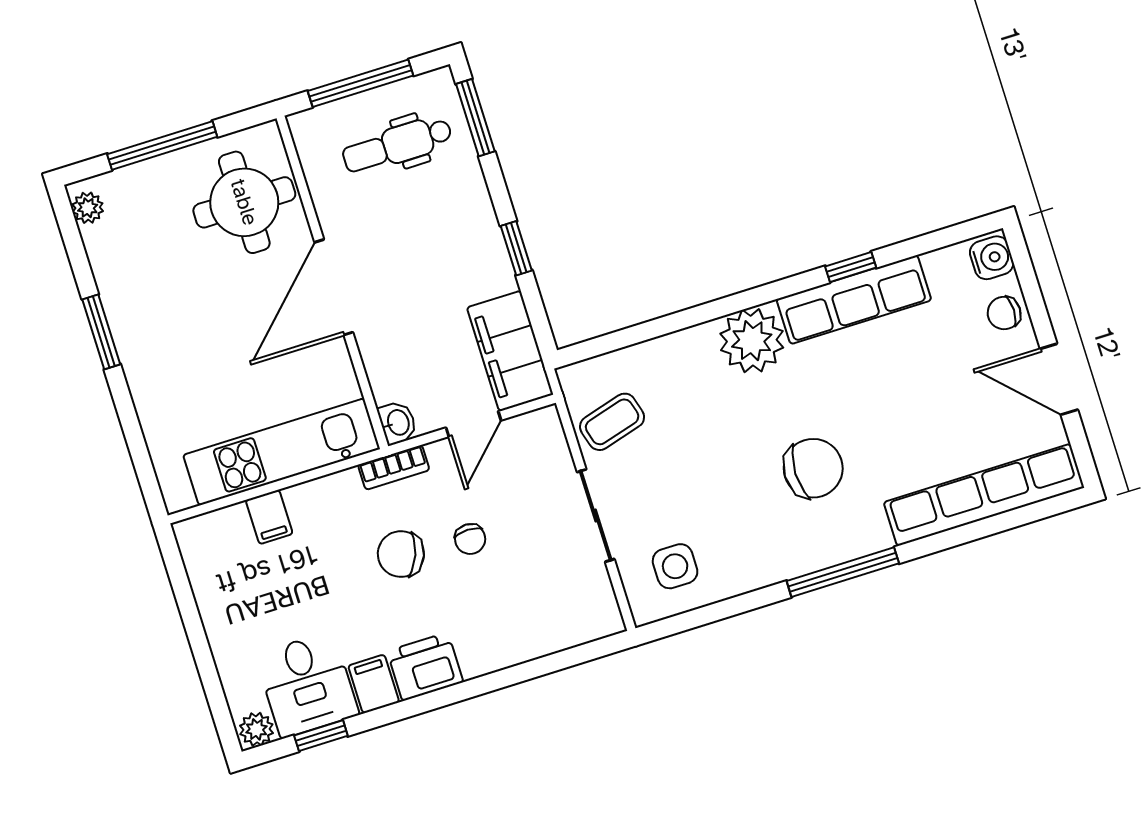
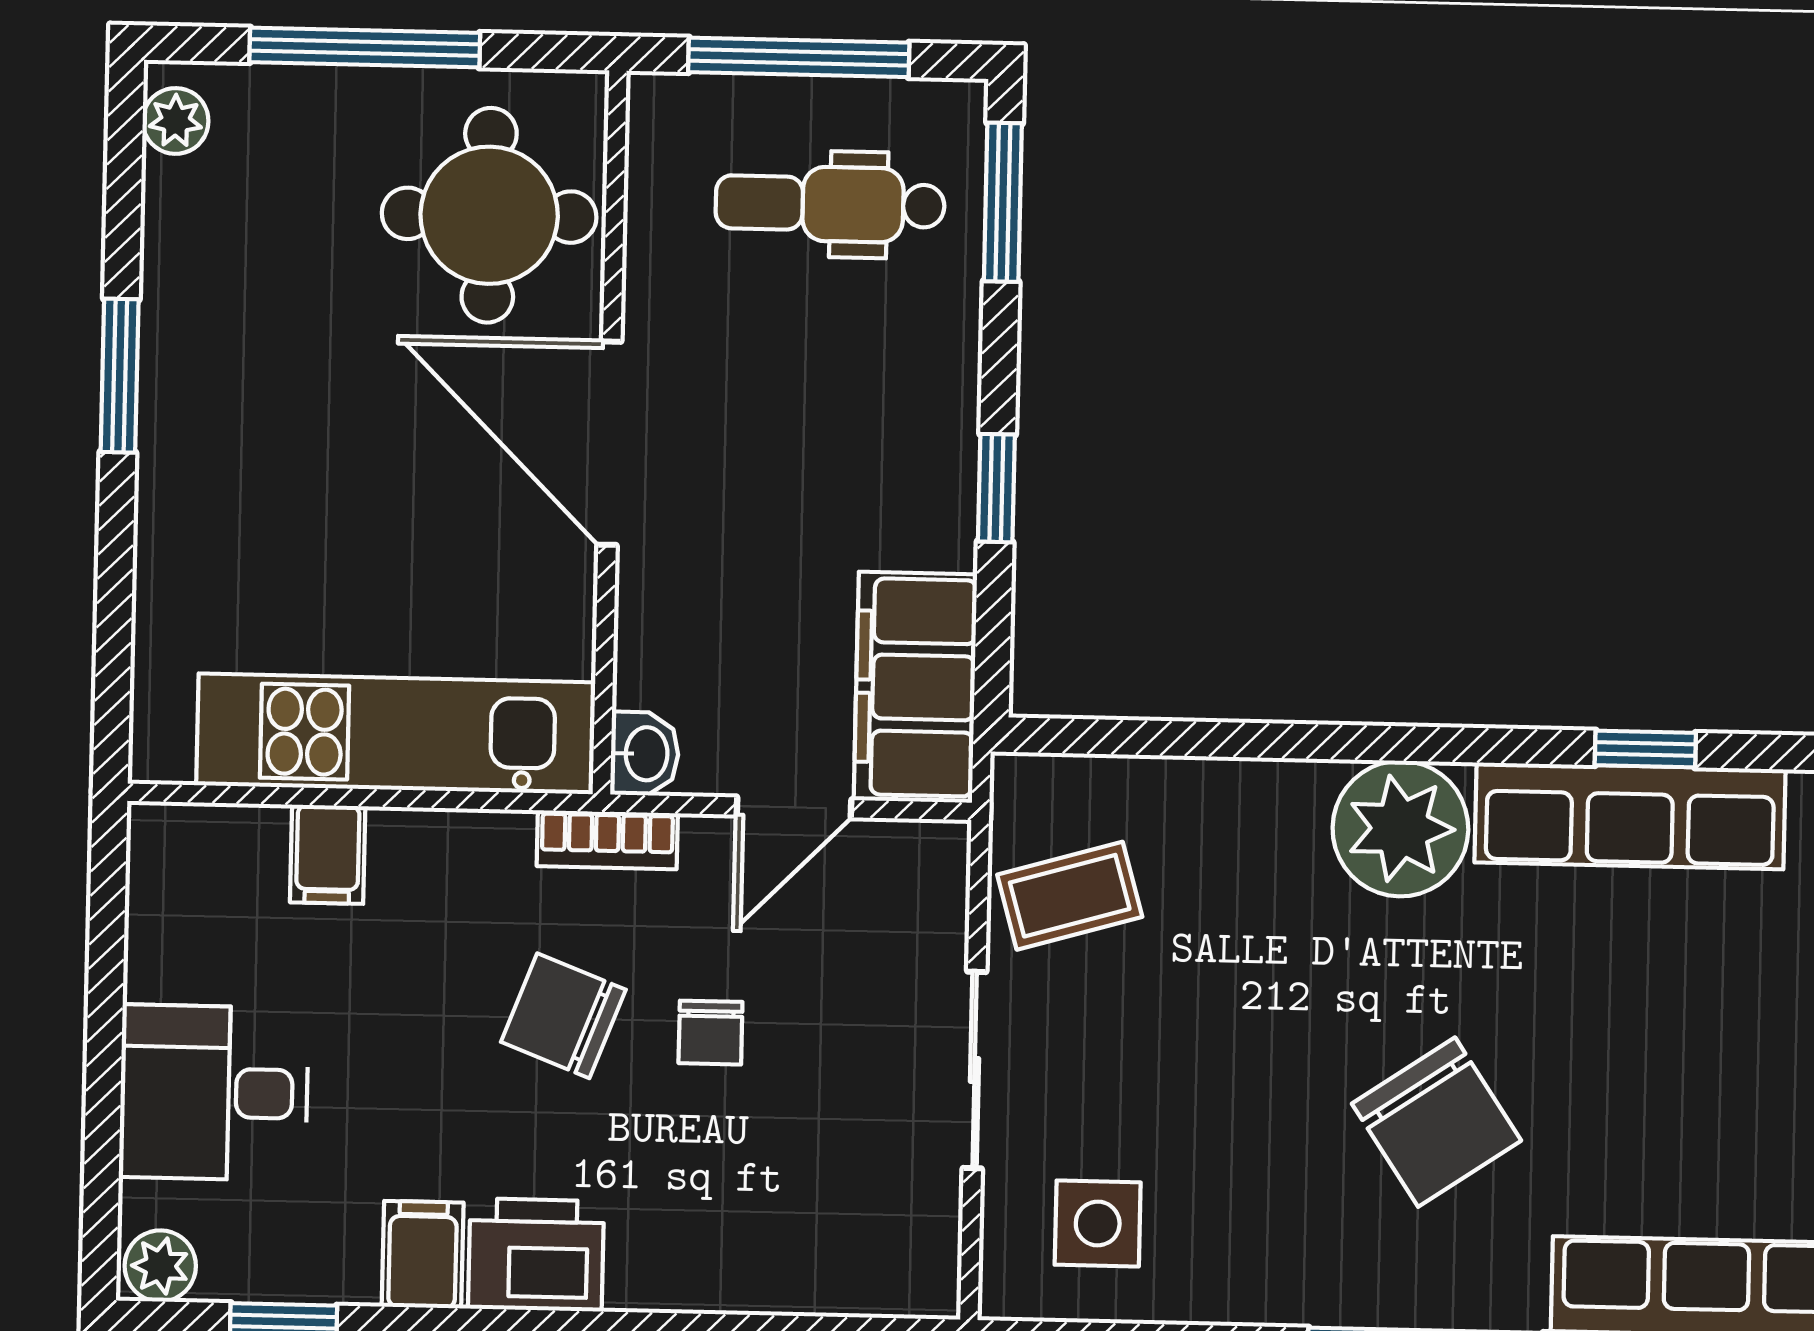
door: (334, 287) -> (609, 443), hinge flipped
chair: (813, 468) -> (1437, 1122), turned 56
desk: (307, 685) -> (214, 1093), moved, turned 90

